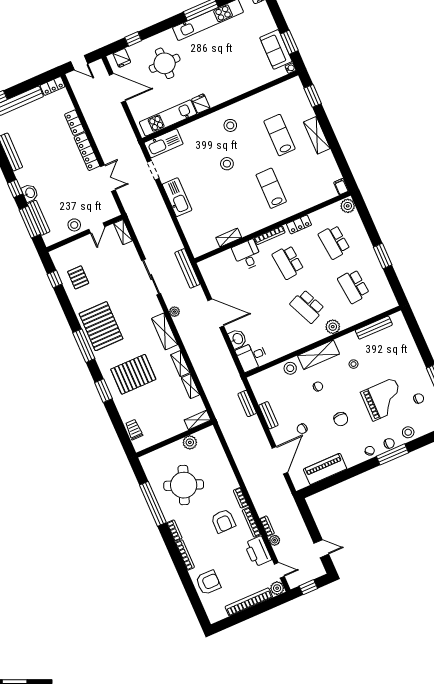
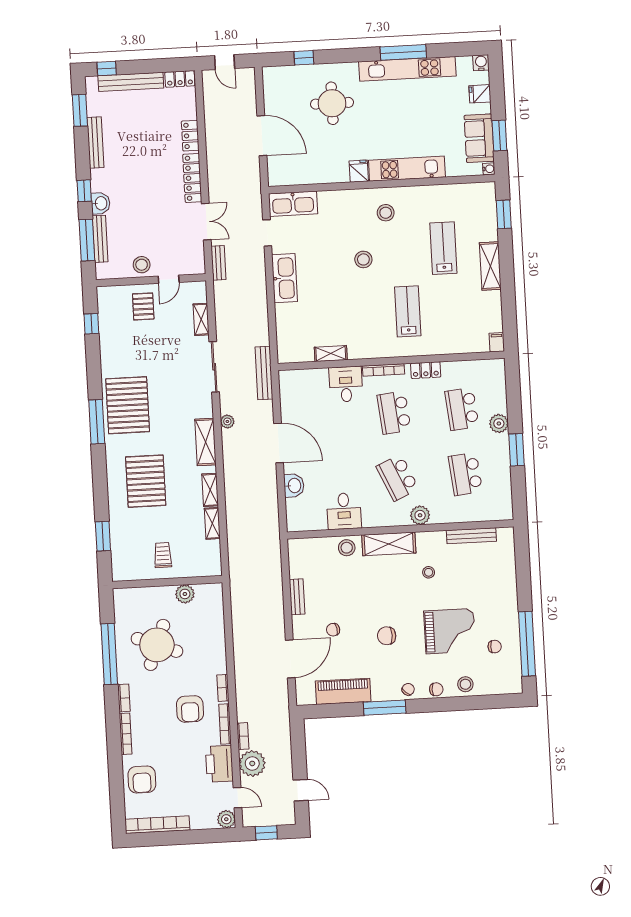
fridge: (122, 58) -> (480, 94), moved, turned 90
door: (117, 88) -> (262, 136), moved
kitchen unit: (168, 118) -> (407, 169), moved
plant: (348, 206) -> (499, 423), moved
shelving: (123, 232) -> (201, 319), moved
pallet: (78, 277) -> (143, 306), moved
desk: (252, 356) -> (344, 511), moved, turned -90
pallet: (133, 374) -> (146, 481), turned 90
chair: (318, 386) -> (373, 584), removed
window: (103, 391) -> (103, 536), moved
bench: (247, 404) -> (218, 263), moved
chair: (341, 419) -> (387, 636), turned 90
shelving: (197, 420) -> (205, 569), removed
trolley: (134, 430) -> (163, 555), moved
window: (392, 454) -> (385, 708), moved
plant: (275, 540) -> (252, 763), width x1.88, depth x1.88
armchair: (208, 582) -> (142, 780), turned 90
bookcase: (249, 602) -> (157, 825), moved

